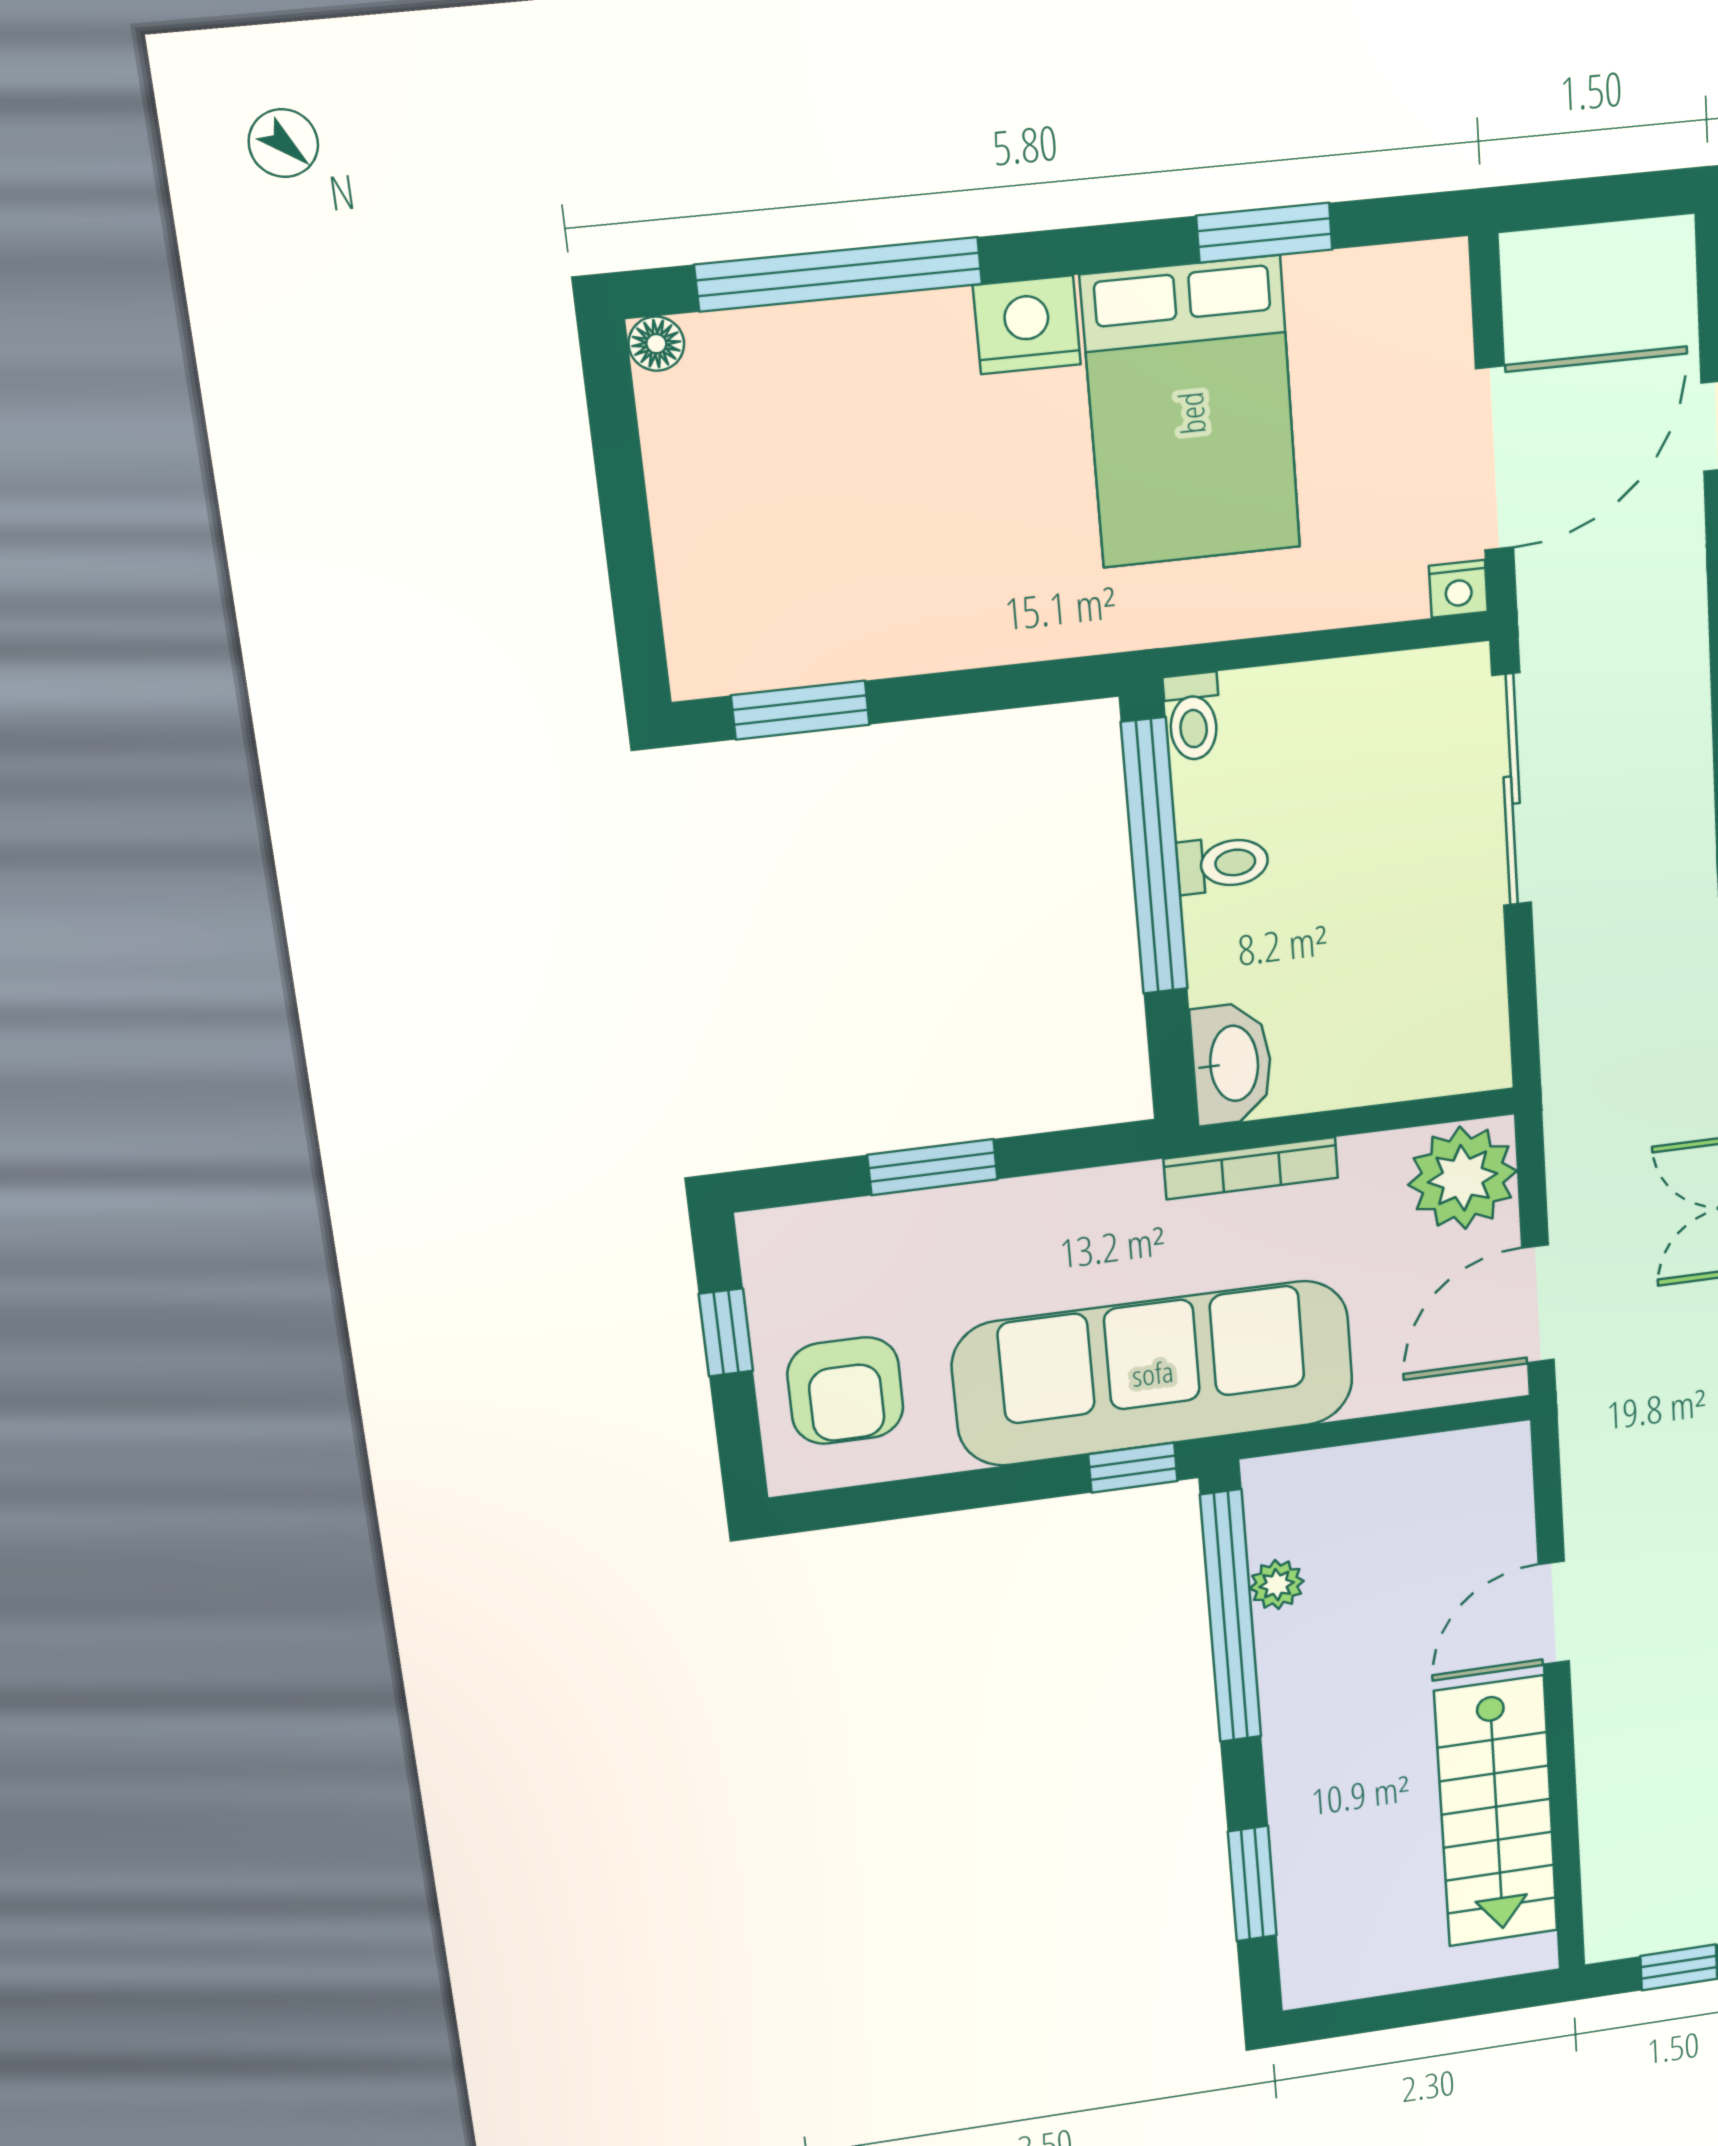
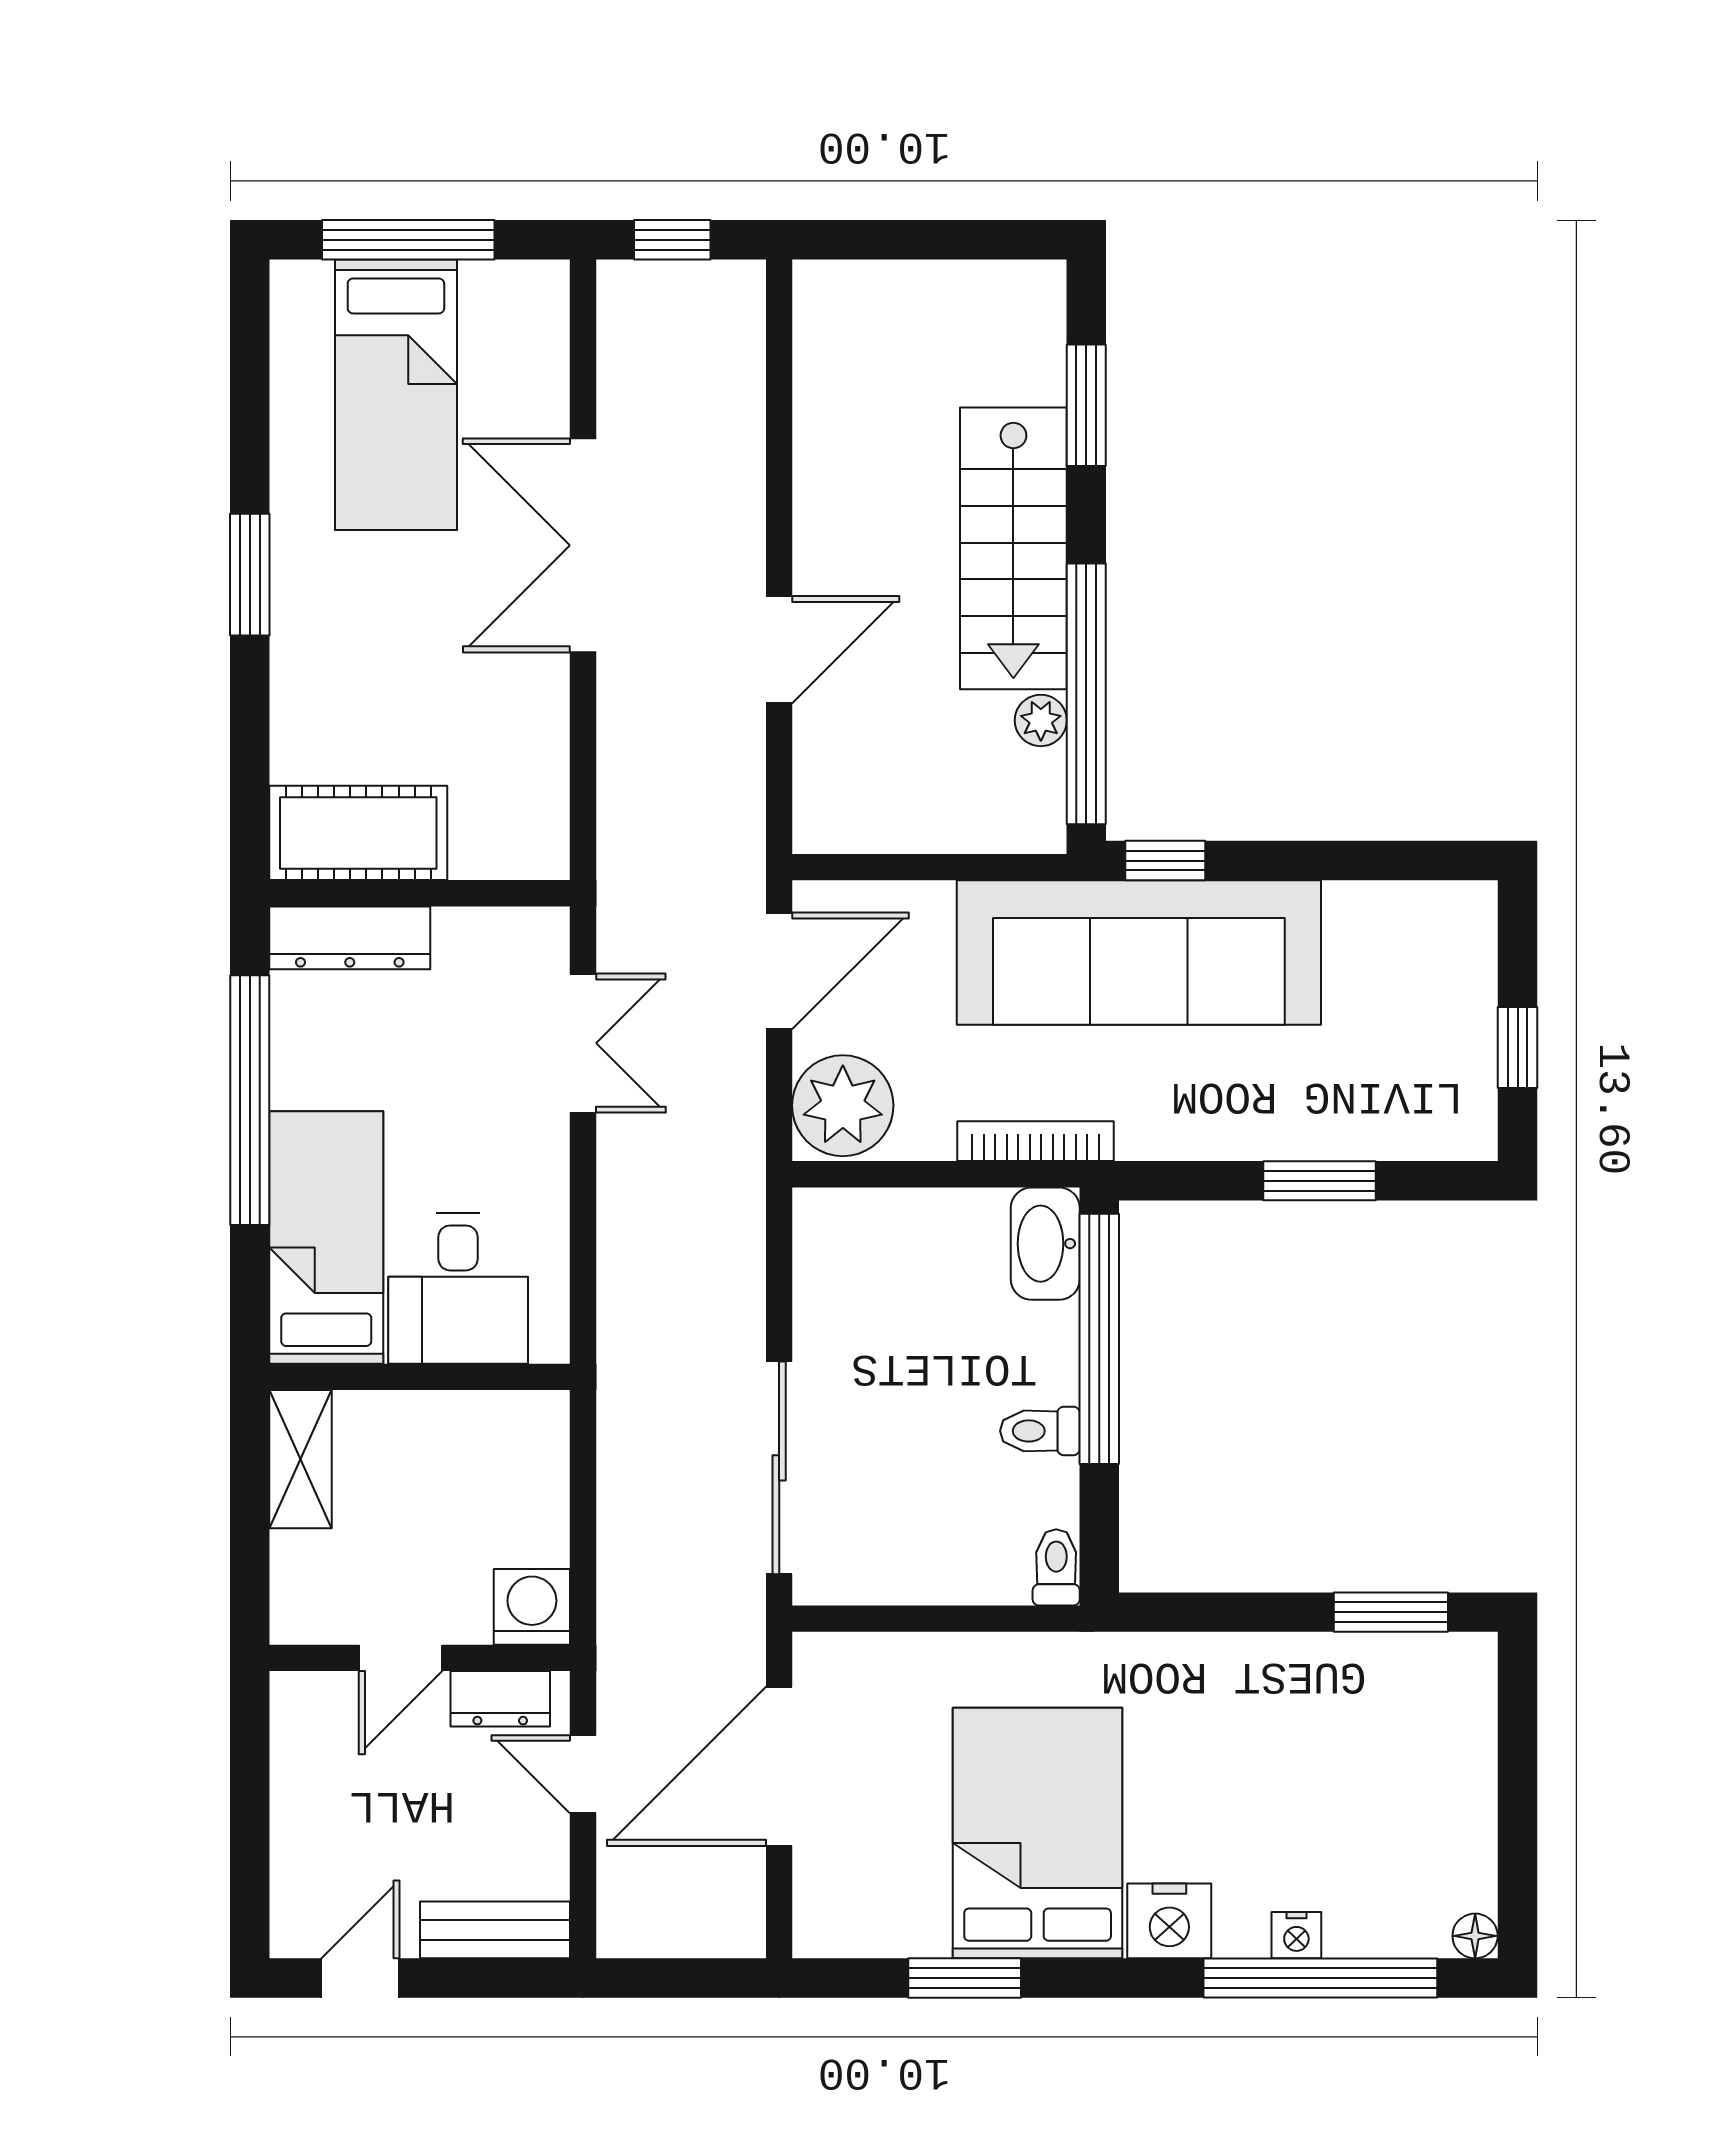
nightstand: (1458, 589) -> (1296, 1935), moved, turned 180
window: (1154, 857) -> (1099, 1339), moved
armchair: (845, 1391) -> (1418, 976), removed
stairs: (1496, 1812) -> (1013, 548), moved, turned 180

